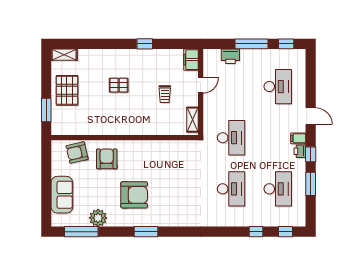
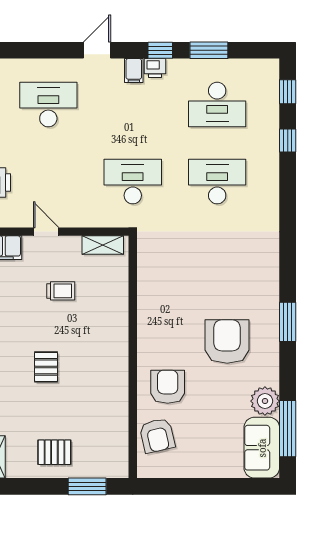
pallet: (67, 90) -> (54, 452), width x0.67, depth x0.71
armchair: (107, 159) -> (168, 387), turned 90
desk: (278, 189) -> (217, 105), turned 180
sofa: (62, 195) -> (262, 448), moved, turned -90

